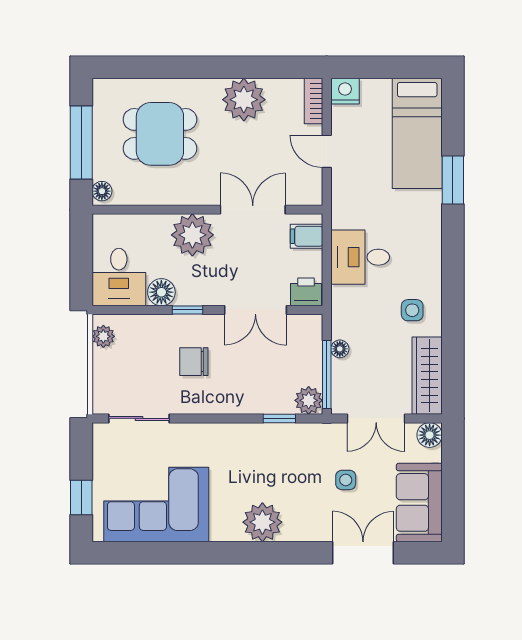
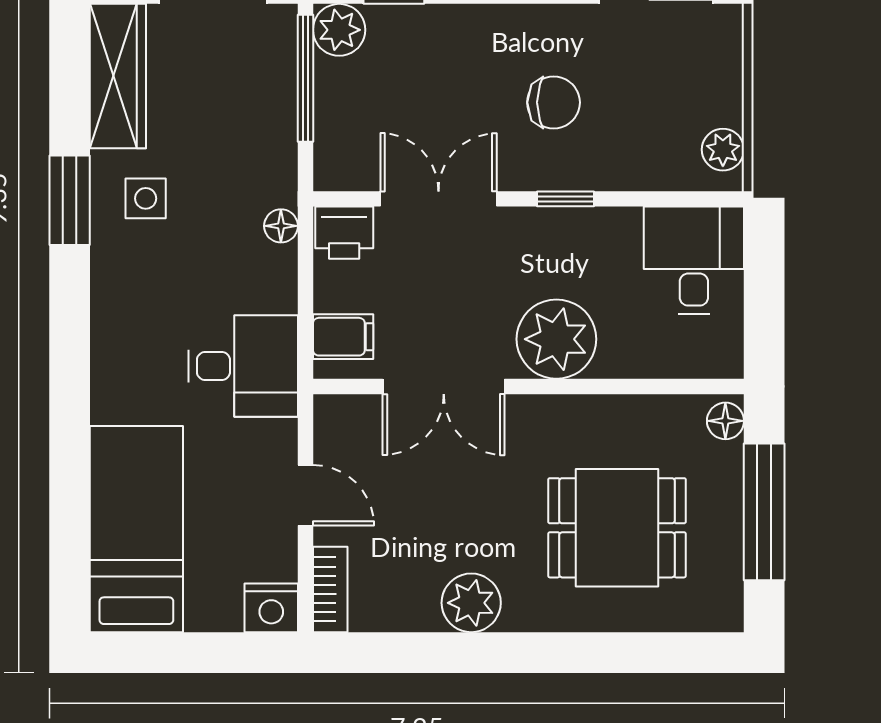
plant: (244, 100) -> (471, 603), width x0.73, depth x0.73
window: (453, 180) -> (70, 200), moved
desk: (360, 257) -> (243, 366), moved
floor lamp: (161, 292) -> (614, 232), removed
floor lamp: (340, 349) -> (281, 226), moved

